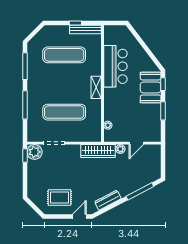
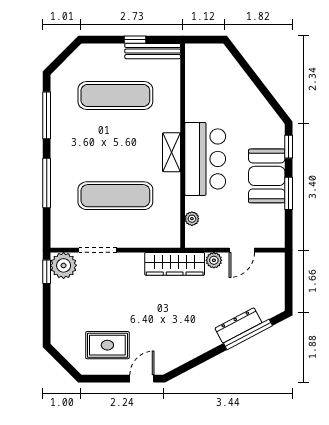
bar counter: (115, 66) -> (205, 159), moved
booth: (151, 87) -> (267, 176), moved
dresser: (108, 200) -> (238, 325), moved

